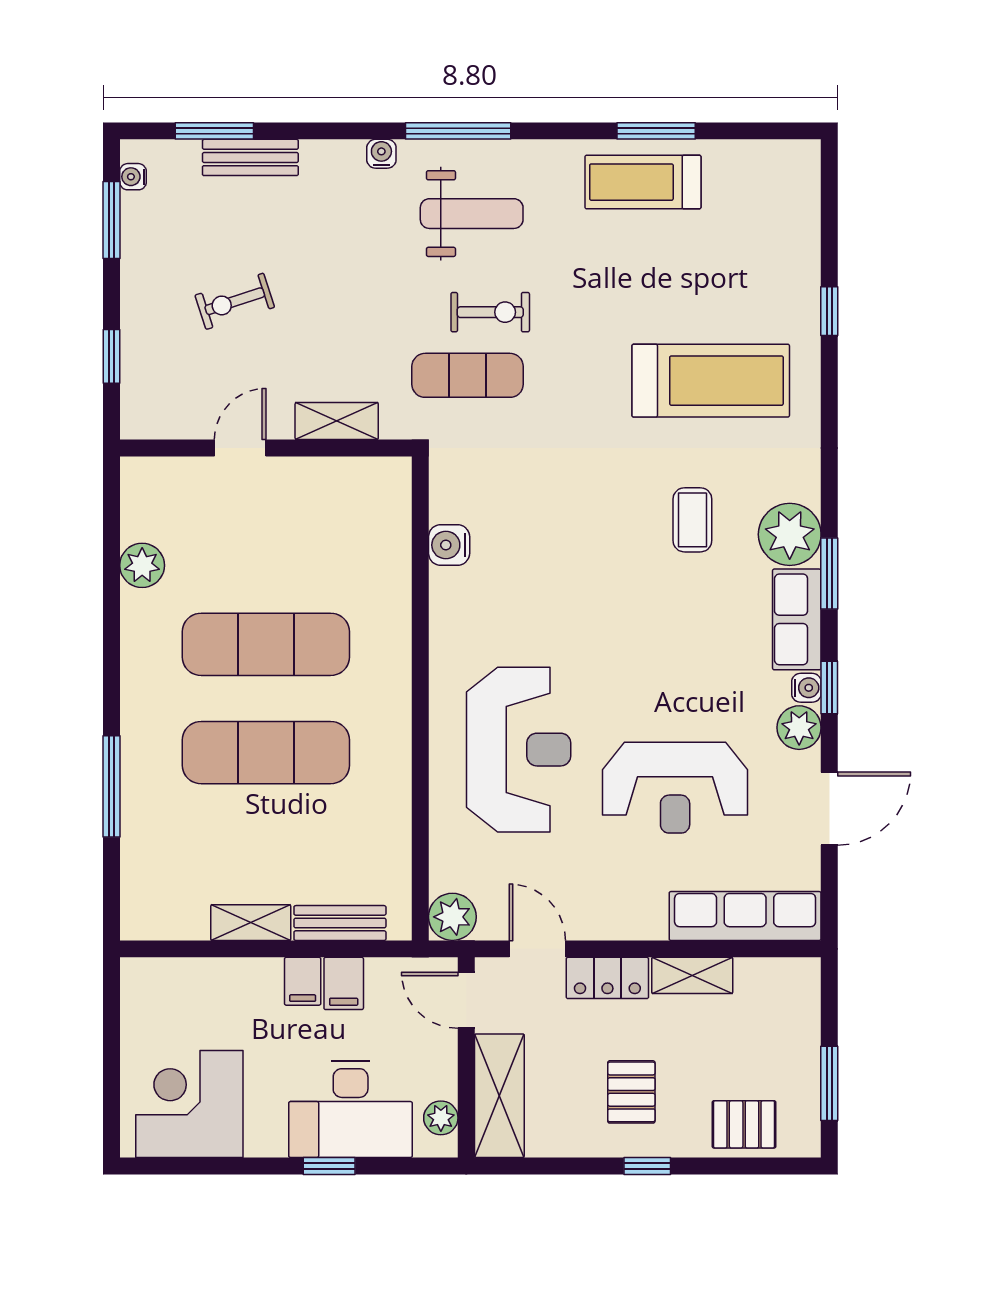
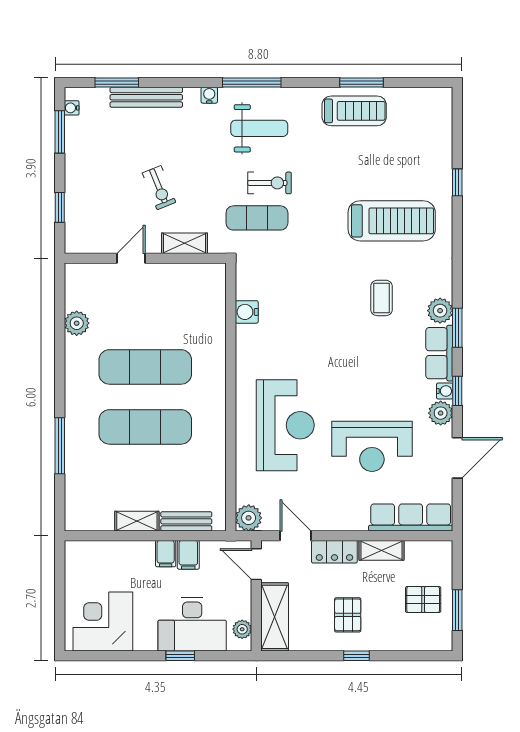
bench: (250, 157) -> (146, 97), width x1.36
treadmill: (643, 182) -> (354, 111), turned 180
exercise bike: (235, 301) -> (159, 188), moved, turned -94
plant: (790, 534) -> (440, 311), width x0.73, depth x0.73
pallet: (744, 1124) -> (423, 600), moved

